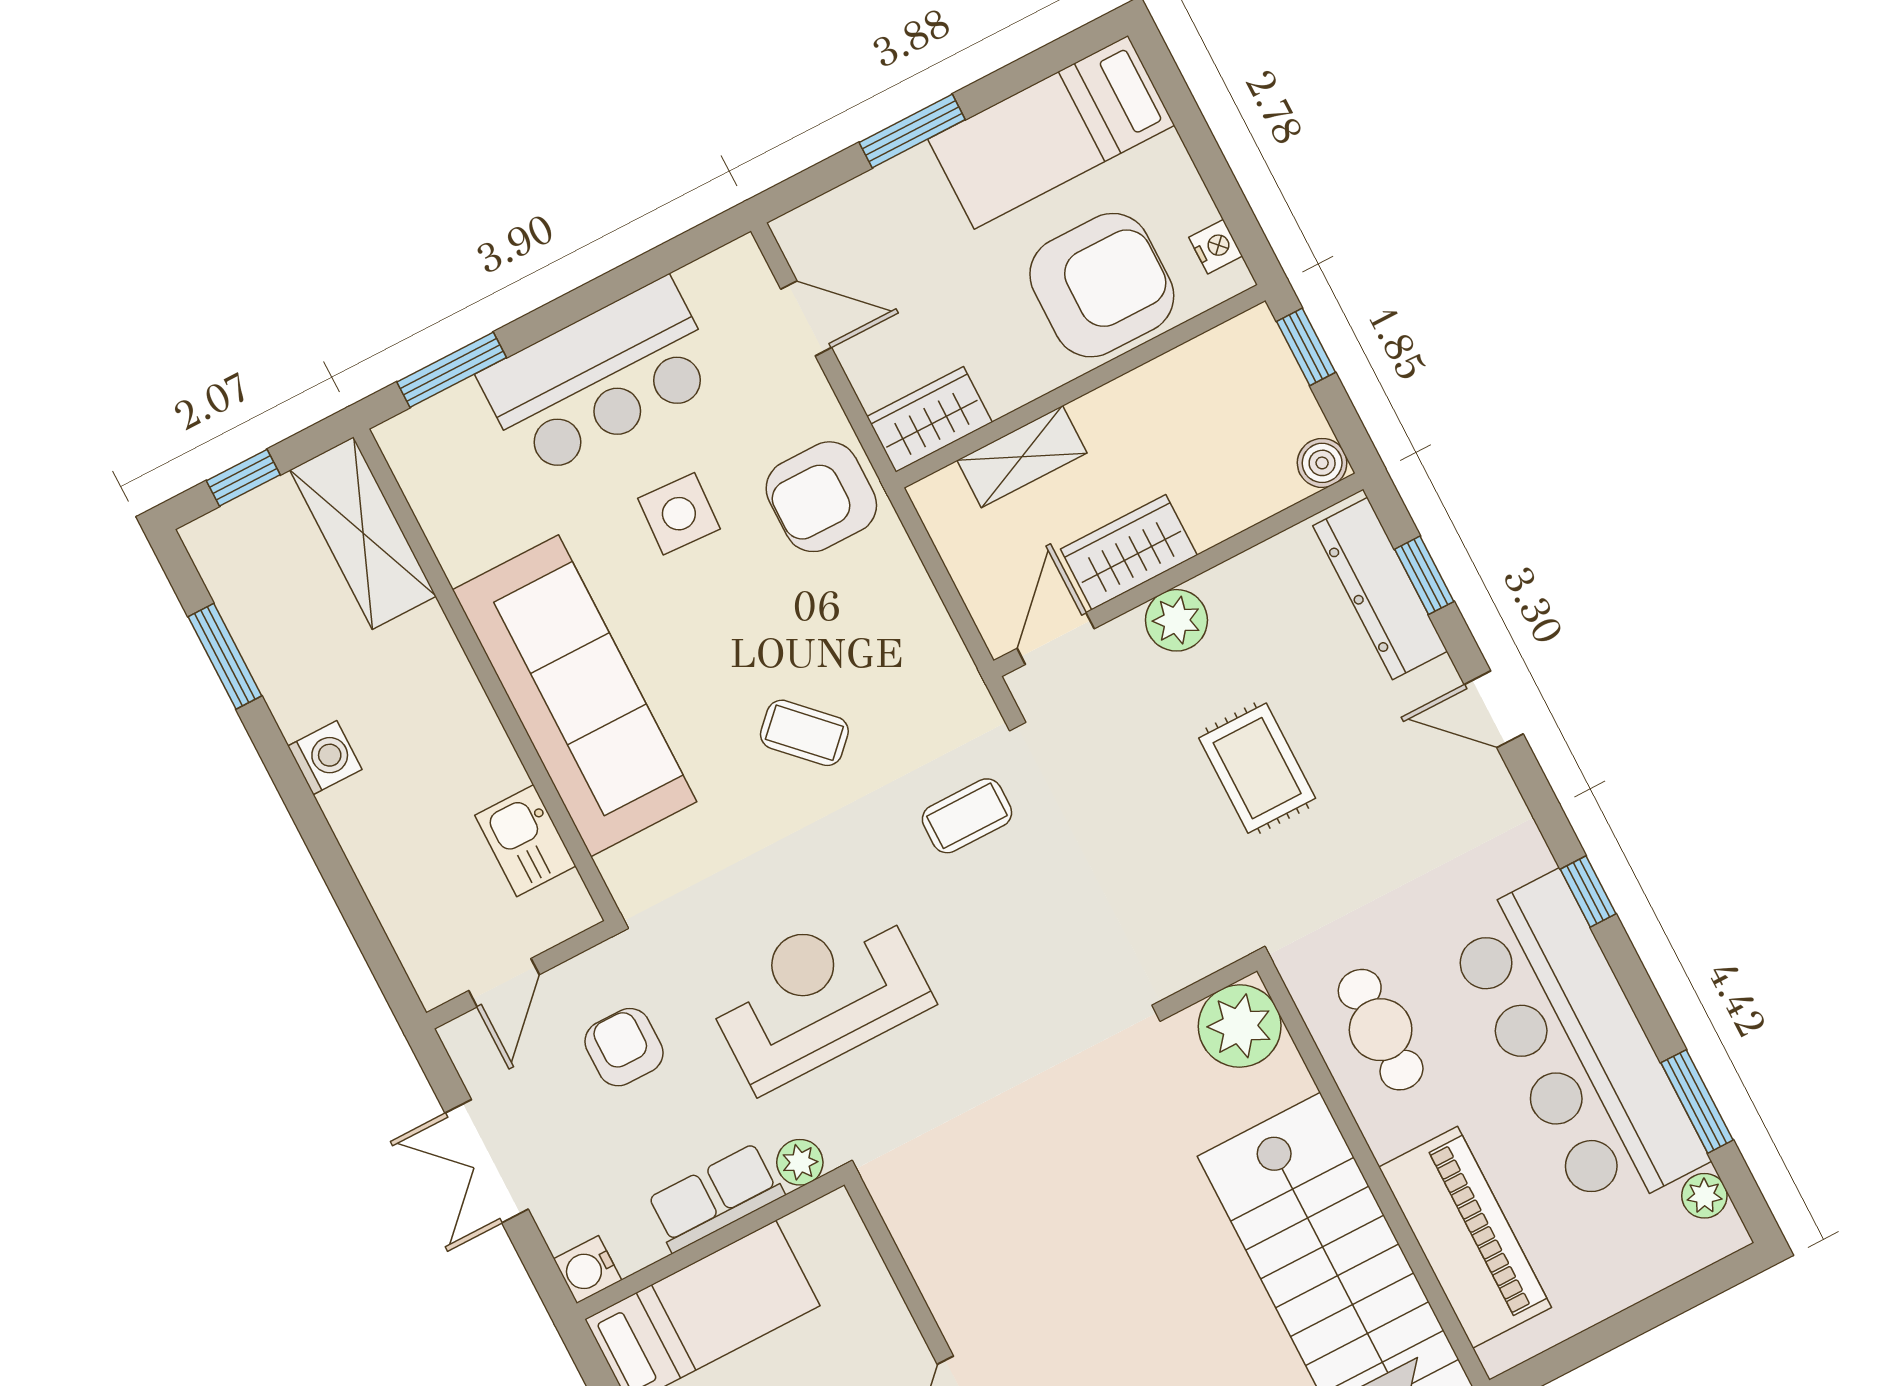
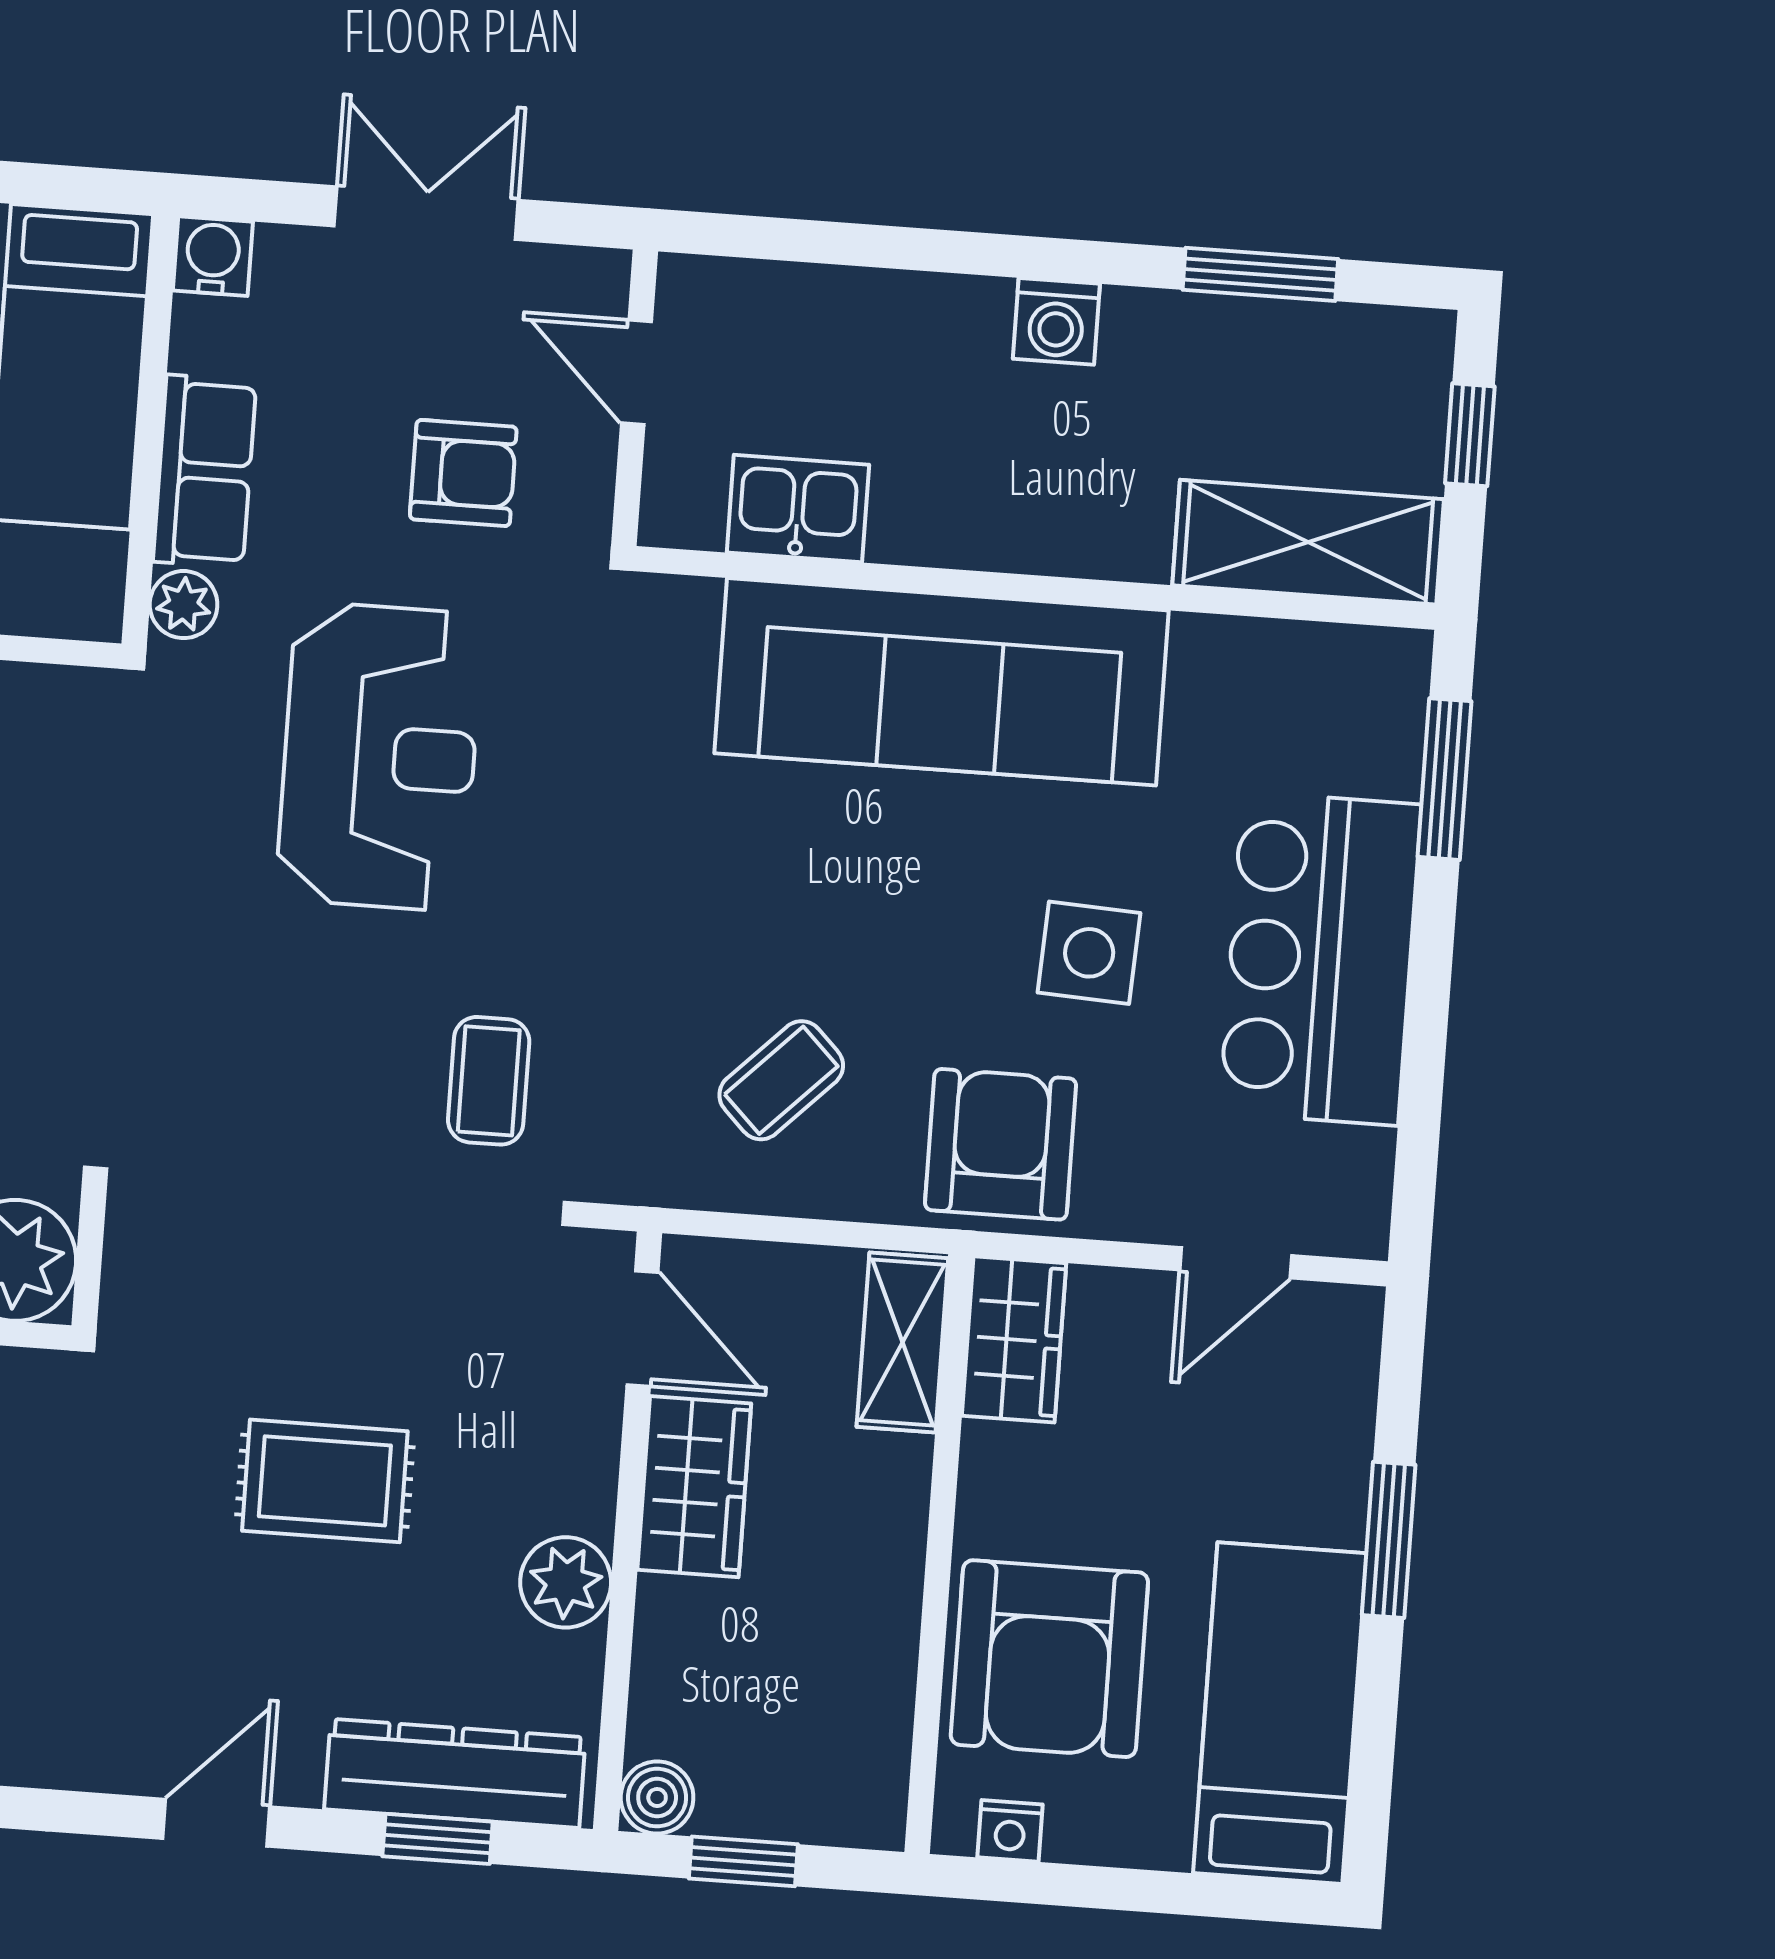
window: (1306, 347) -> (743, 1861), moved
shelving: (1022, 457) -> (902, 1342), moved
plant: (1176, 620) -> (566, 1582), moved
coffee table: (804, 733) -> (781, 1080), moved

